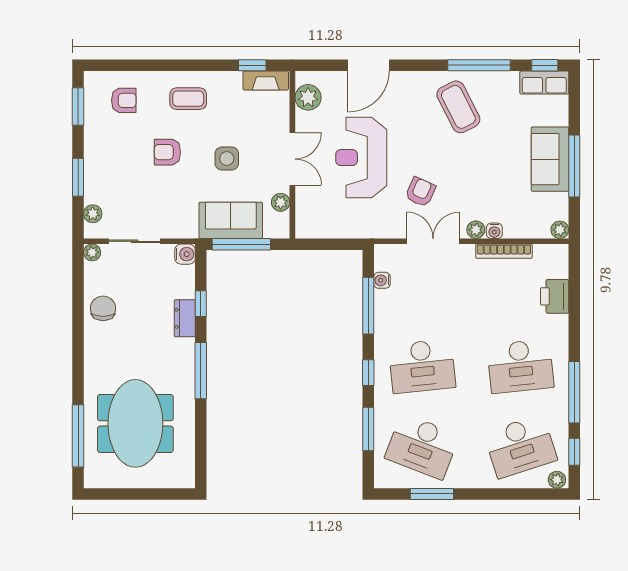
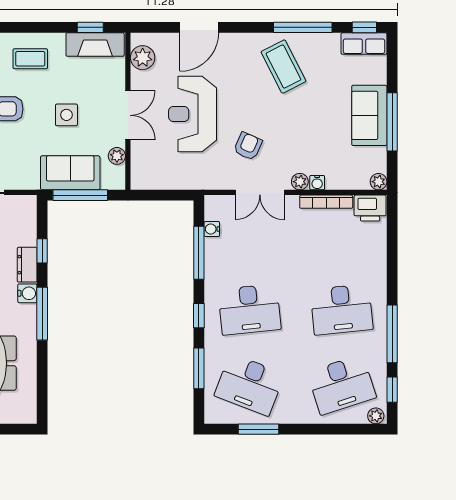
fireplace: (266, 80) -> (95, 45), width x1.37, depth x1.32
double door: (433, 241) -> (260, 192), swing flipped
water cooler: (185, 254) -> (27, 293), moved
printer: (555, 296) -> (370, 208), moved, turned -90

